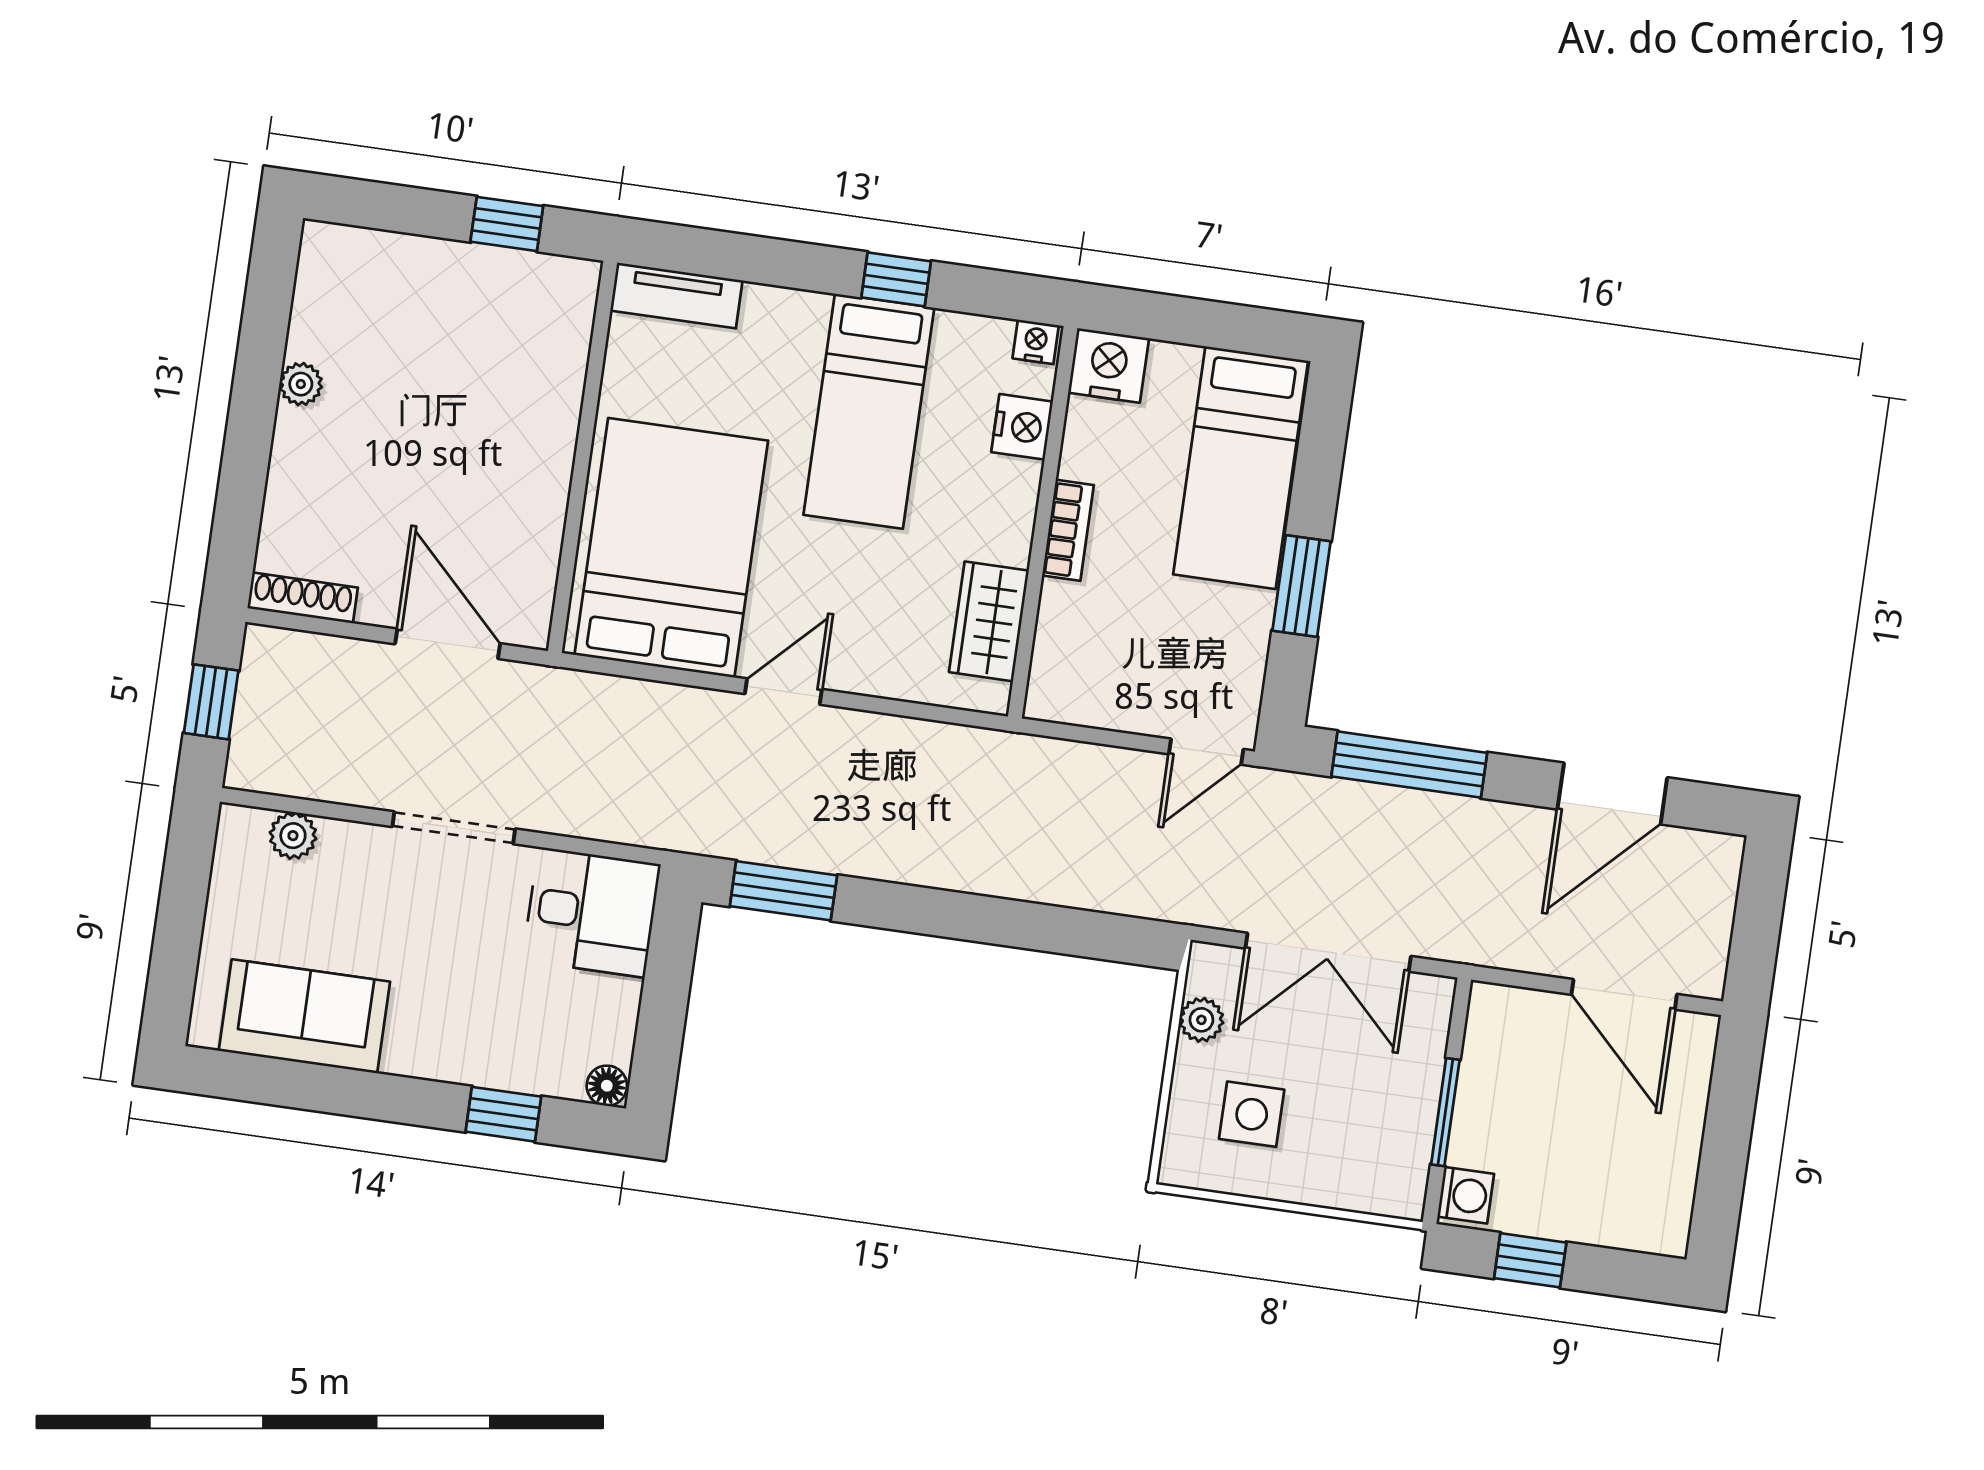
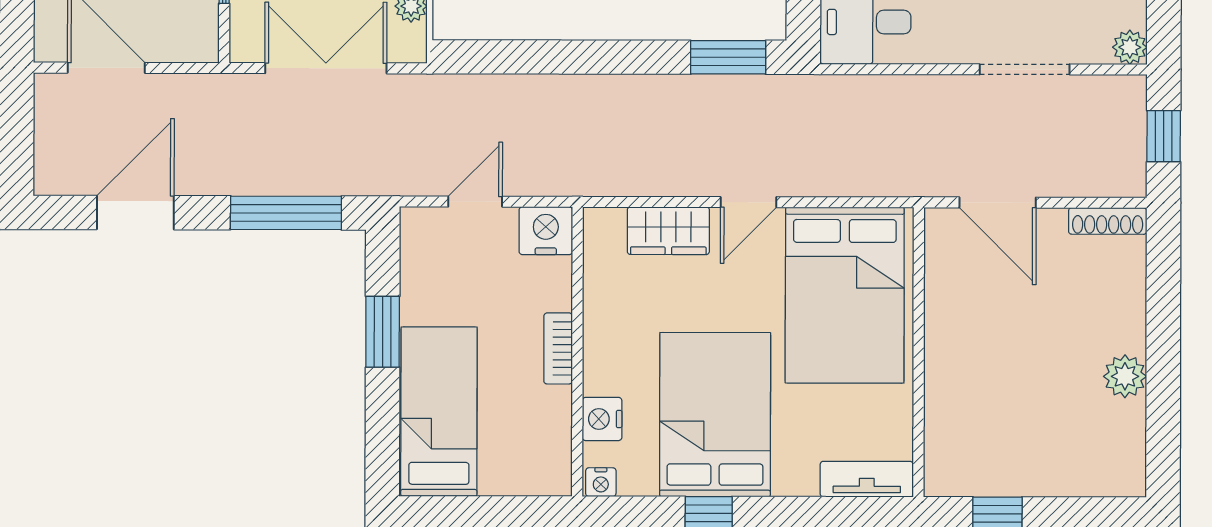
nightstand: (1109, 365) -> (546, 231), moved, turned 180
plant: (301, 384) -> (1125, 376), width x1.38, depth x1.38
bed: (869, 411) -> (715, 415), width x1.50
wardrobe: (989, 621) -> (668, 231), moved, turned 90
door: (1206, 752) -> (475, 202), moved
doorway: (454, 828) -> (1025, 69), moved
plant: (293, 836) -> (1130, 47), moved

